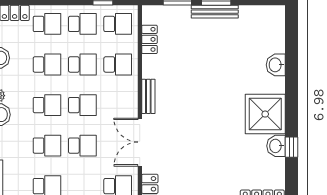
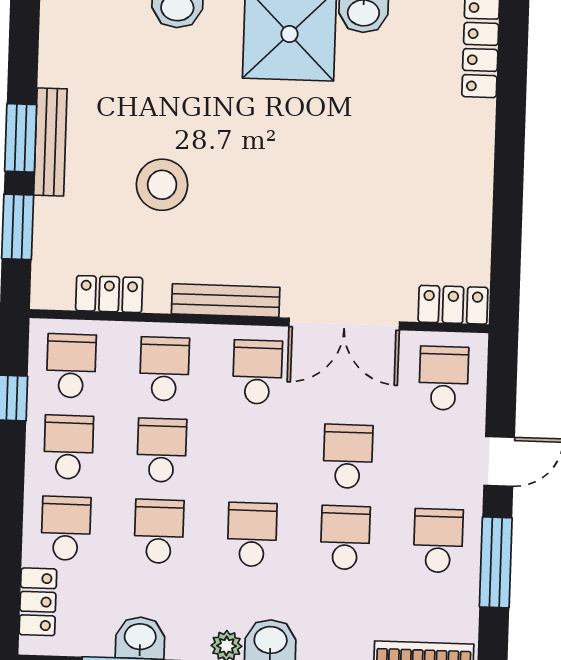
stool: (198, 61) -> (162, 185), added
bench: (148, 96) -> (226, 301), width x1.36
school desk: (82, 105) -> (257, 372), moved

